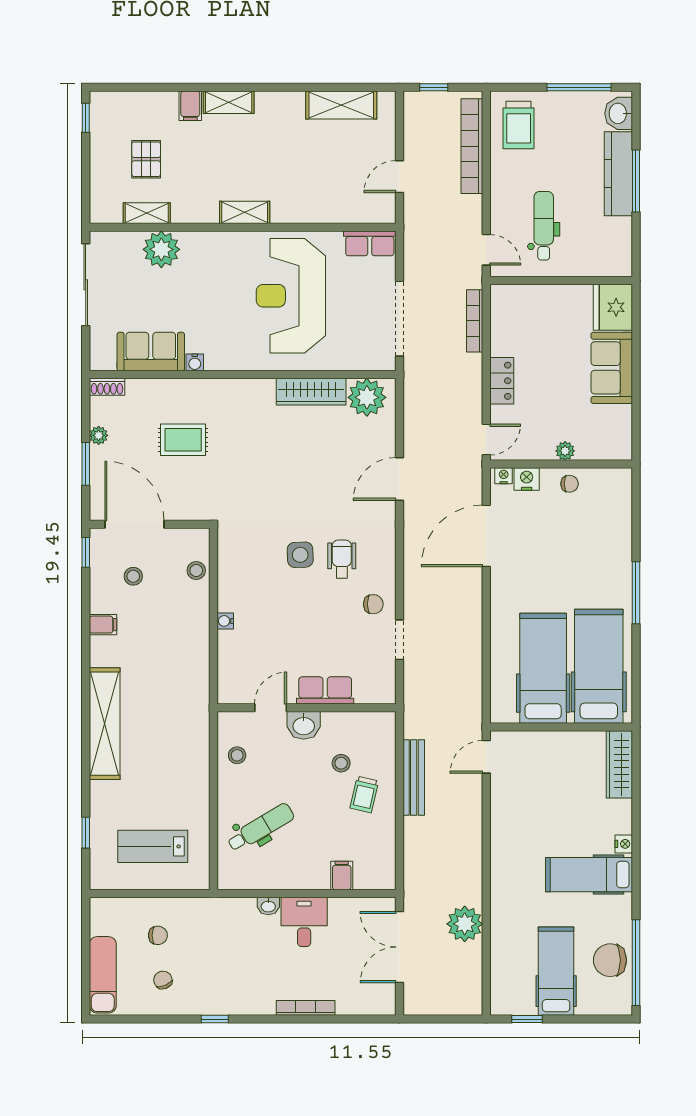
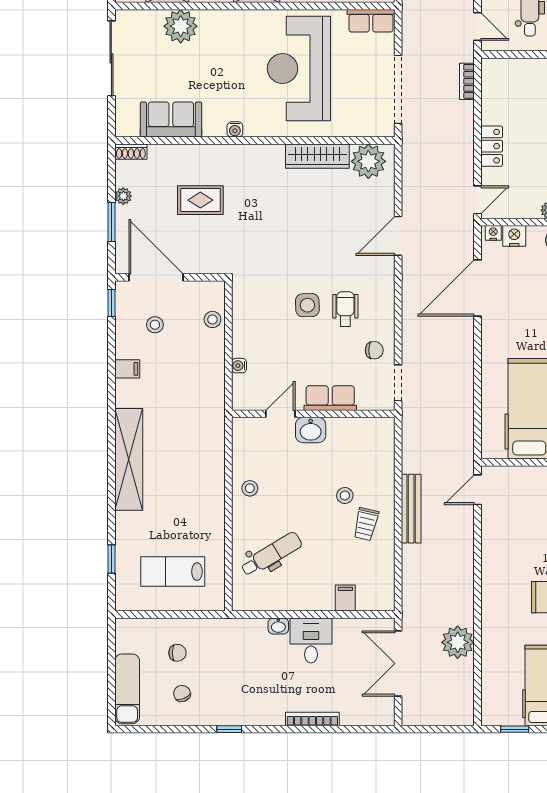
bookcase: (475, 321) -> (467, 81), width x0.64
water cooler: (195, 362) -> (235, 129), moved
row of seats: (325, 690) -> (330, 398), moved
door: (271, 708) -> (280, 414), moved
wall: (307, 708) -> (313, 414), moved
washbasin: (304, 725) -> (311, 430), moved

